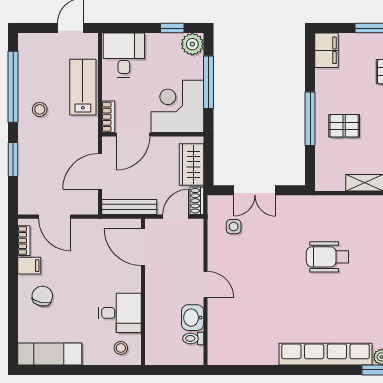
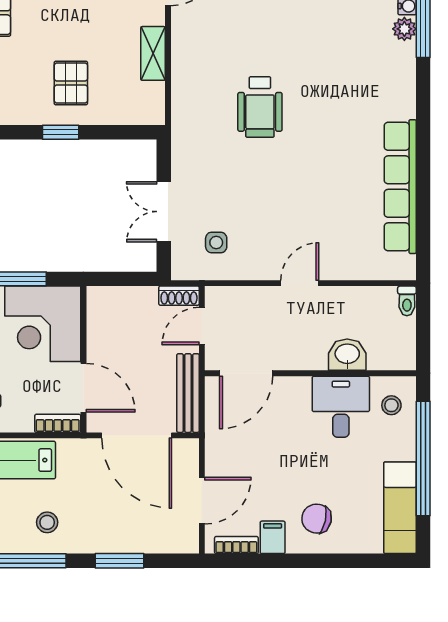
window: (310, 119) -> (61, 132), width x0.46
wardrobe: (191, 164) -> (127, 303), removed
door: (100, 171) -> (137, 435), width x1.36
double door: (255, 190) -> (164, 212), swing flipped
door: (176, 217) -> (202, 326), hinge flipped
washbasin: (193, 318) -> (347, 355), moved, turned 180
toilet: (193, 338) -> (407, 301), moved
row of seats: (325, 354) -> (400, 187), moved
window: (84, 370) -> (423, 459), added

